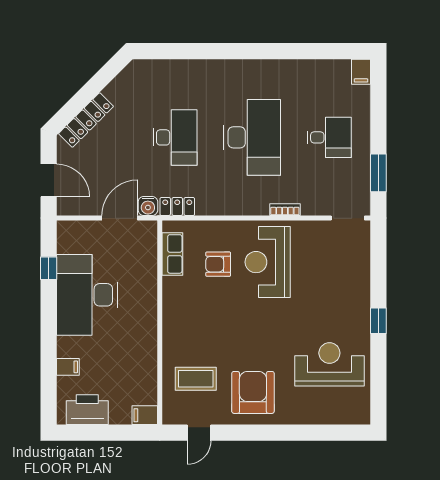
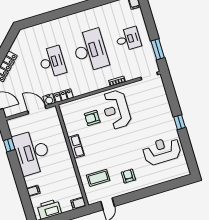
door: (120, 218) -> (37, 110), hinge flipped
row of seats: (172, 254) -> (76, 146), moved
armchair: (253, 392) -> (128, 176), width x0.53, depth x0.53

